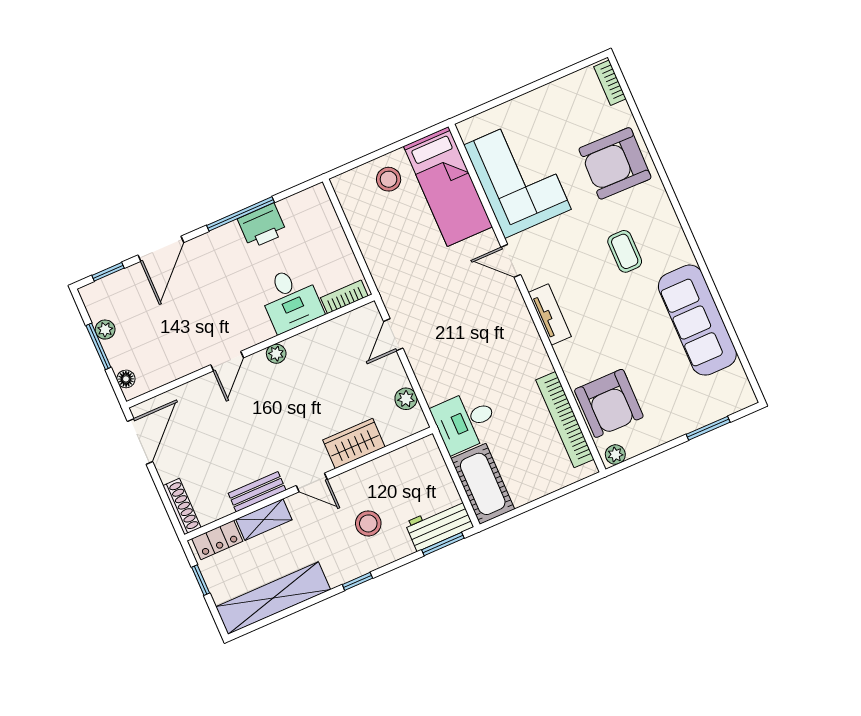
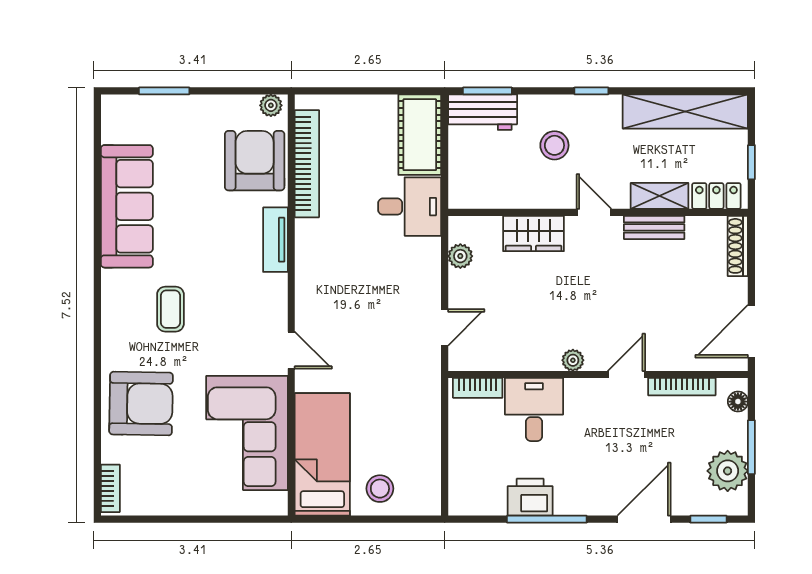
tv unit: (550, 315) -> (275, 240), moved
plant: (105, 330) -> (728, 471), width x1.87, depth x1.87
bookcase: (177, 371) -> (682, 387), added

